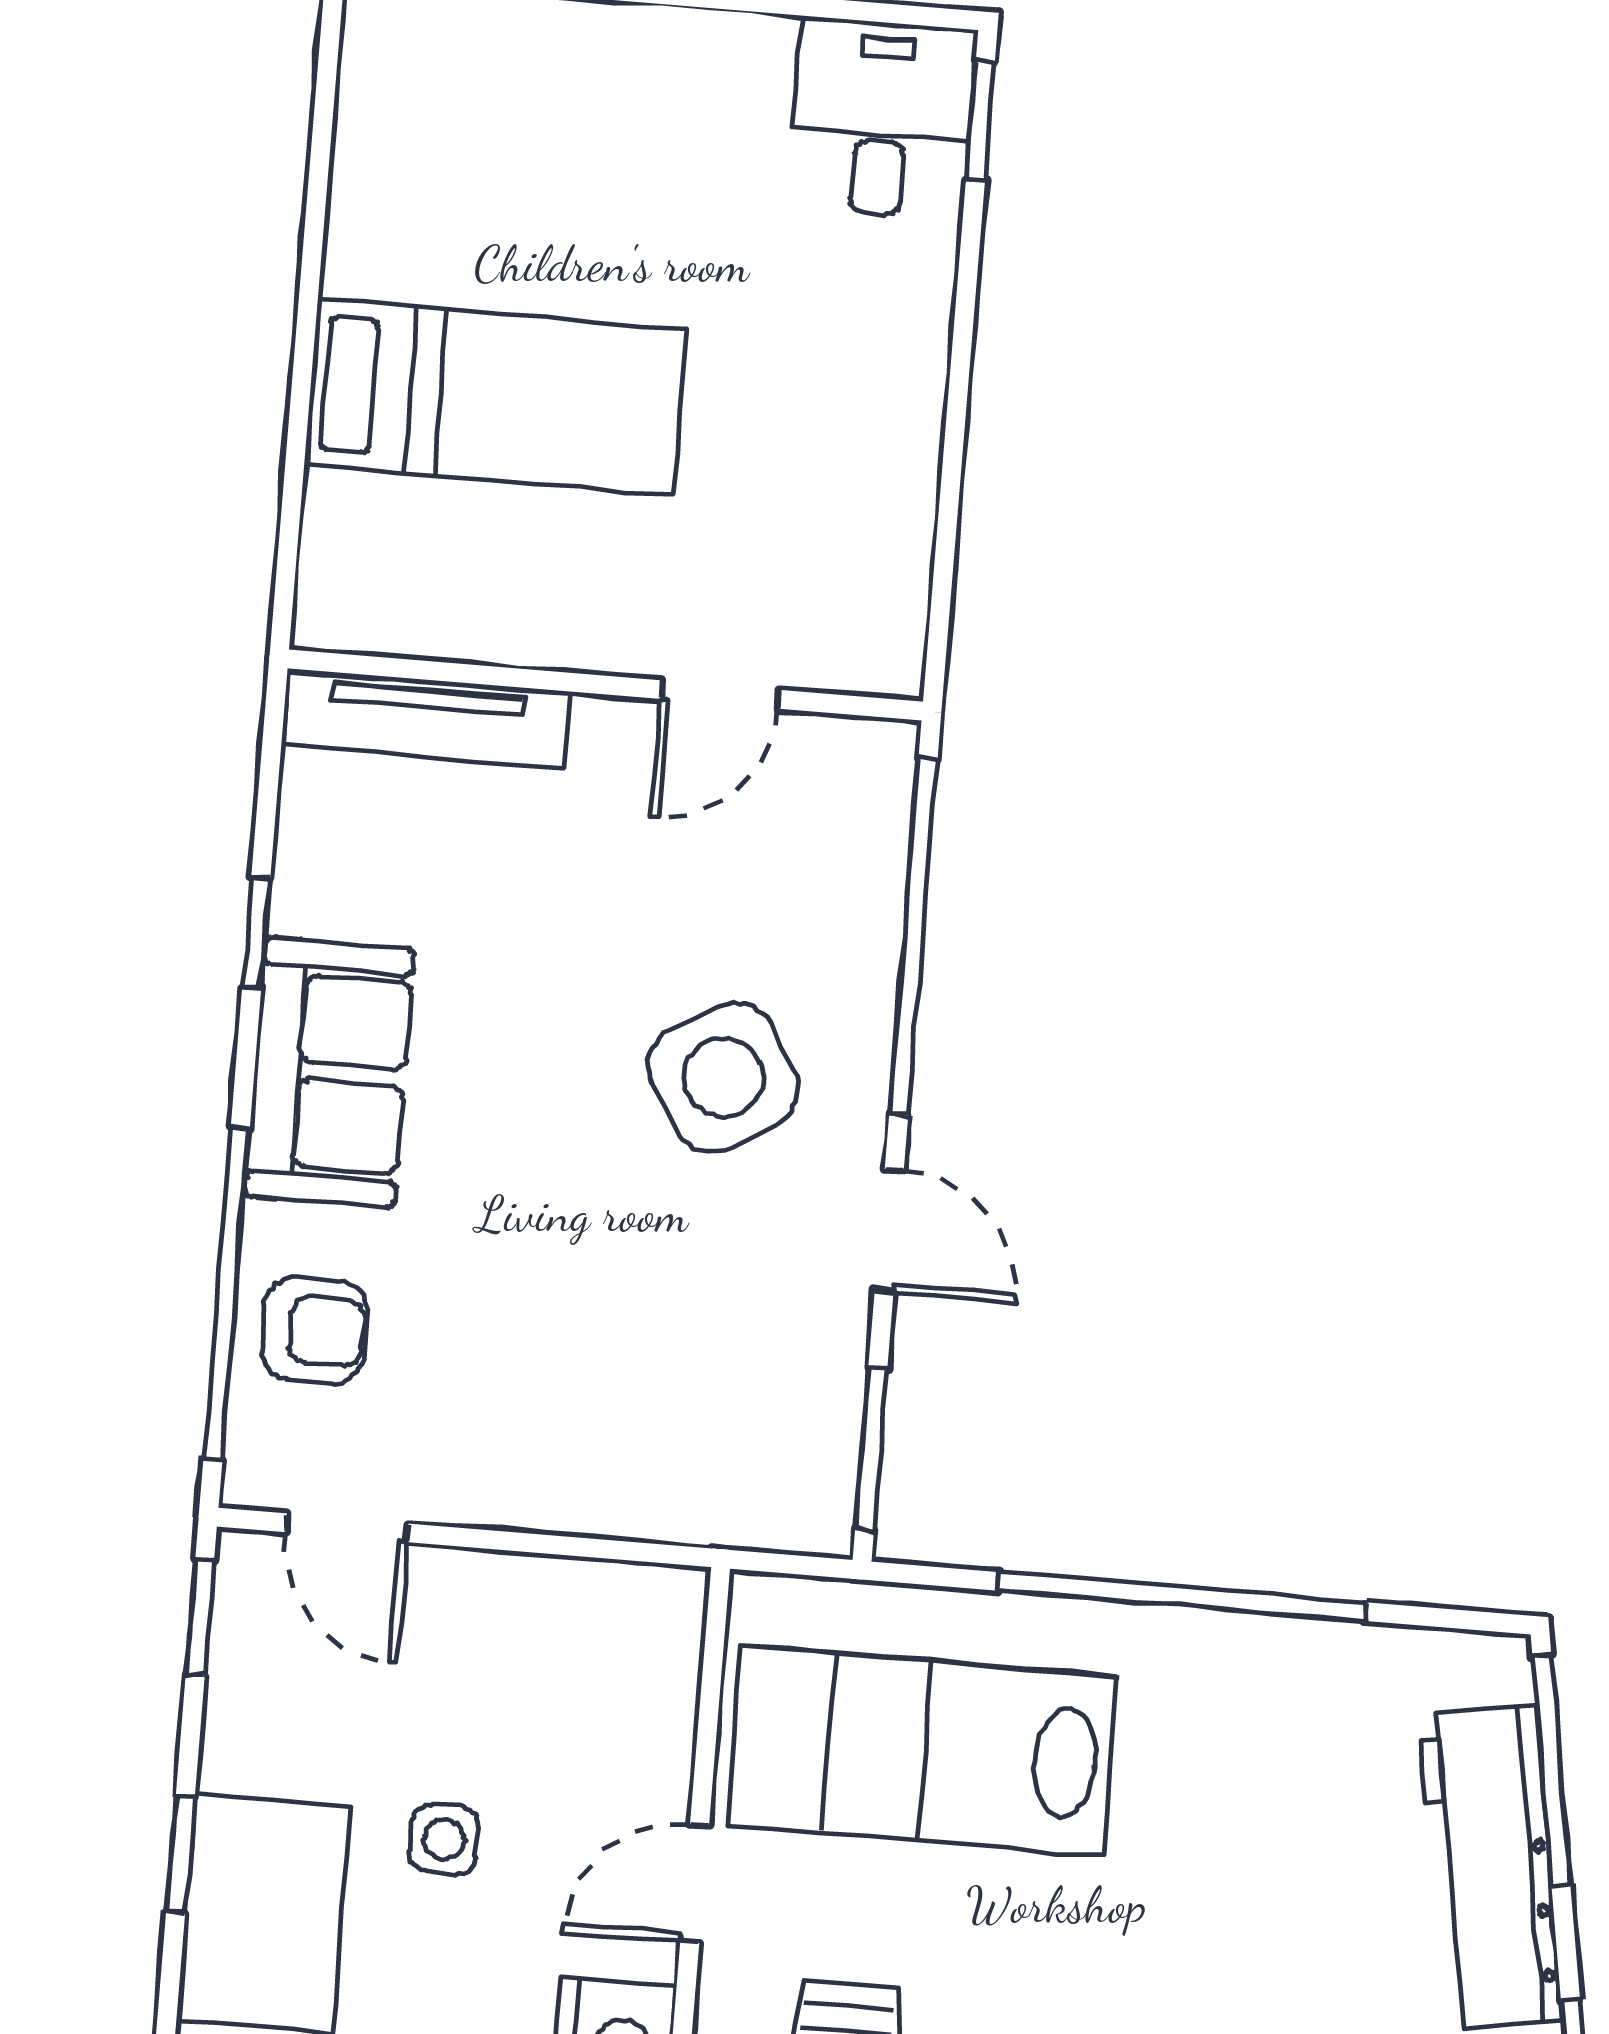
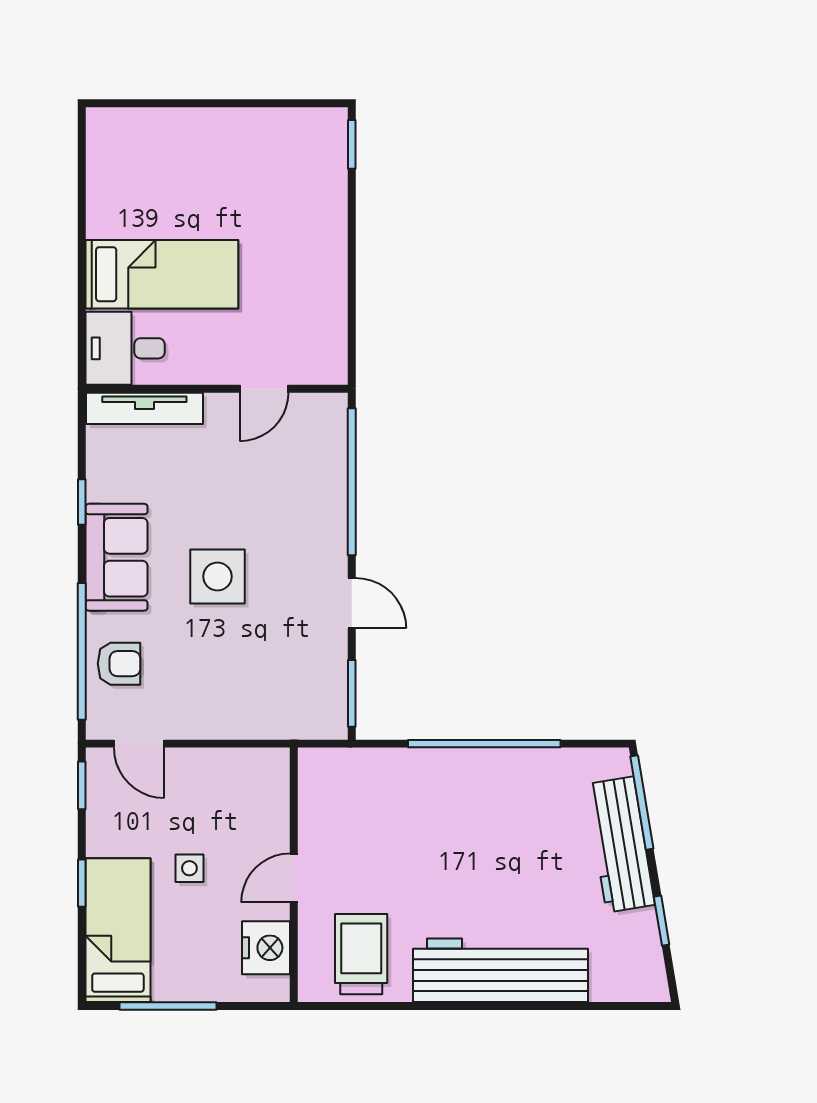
desk: (882, 118) -> (125, 348), moved, turned -90
side table: (723, 1077) -> (217, 577), moved, turned 32
lab bench: (922, 1751) -> (383, 816), removed

